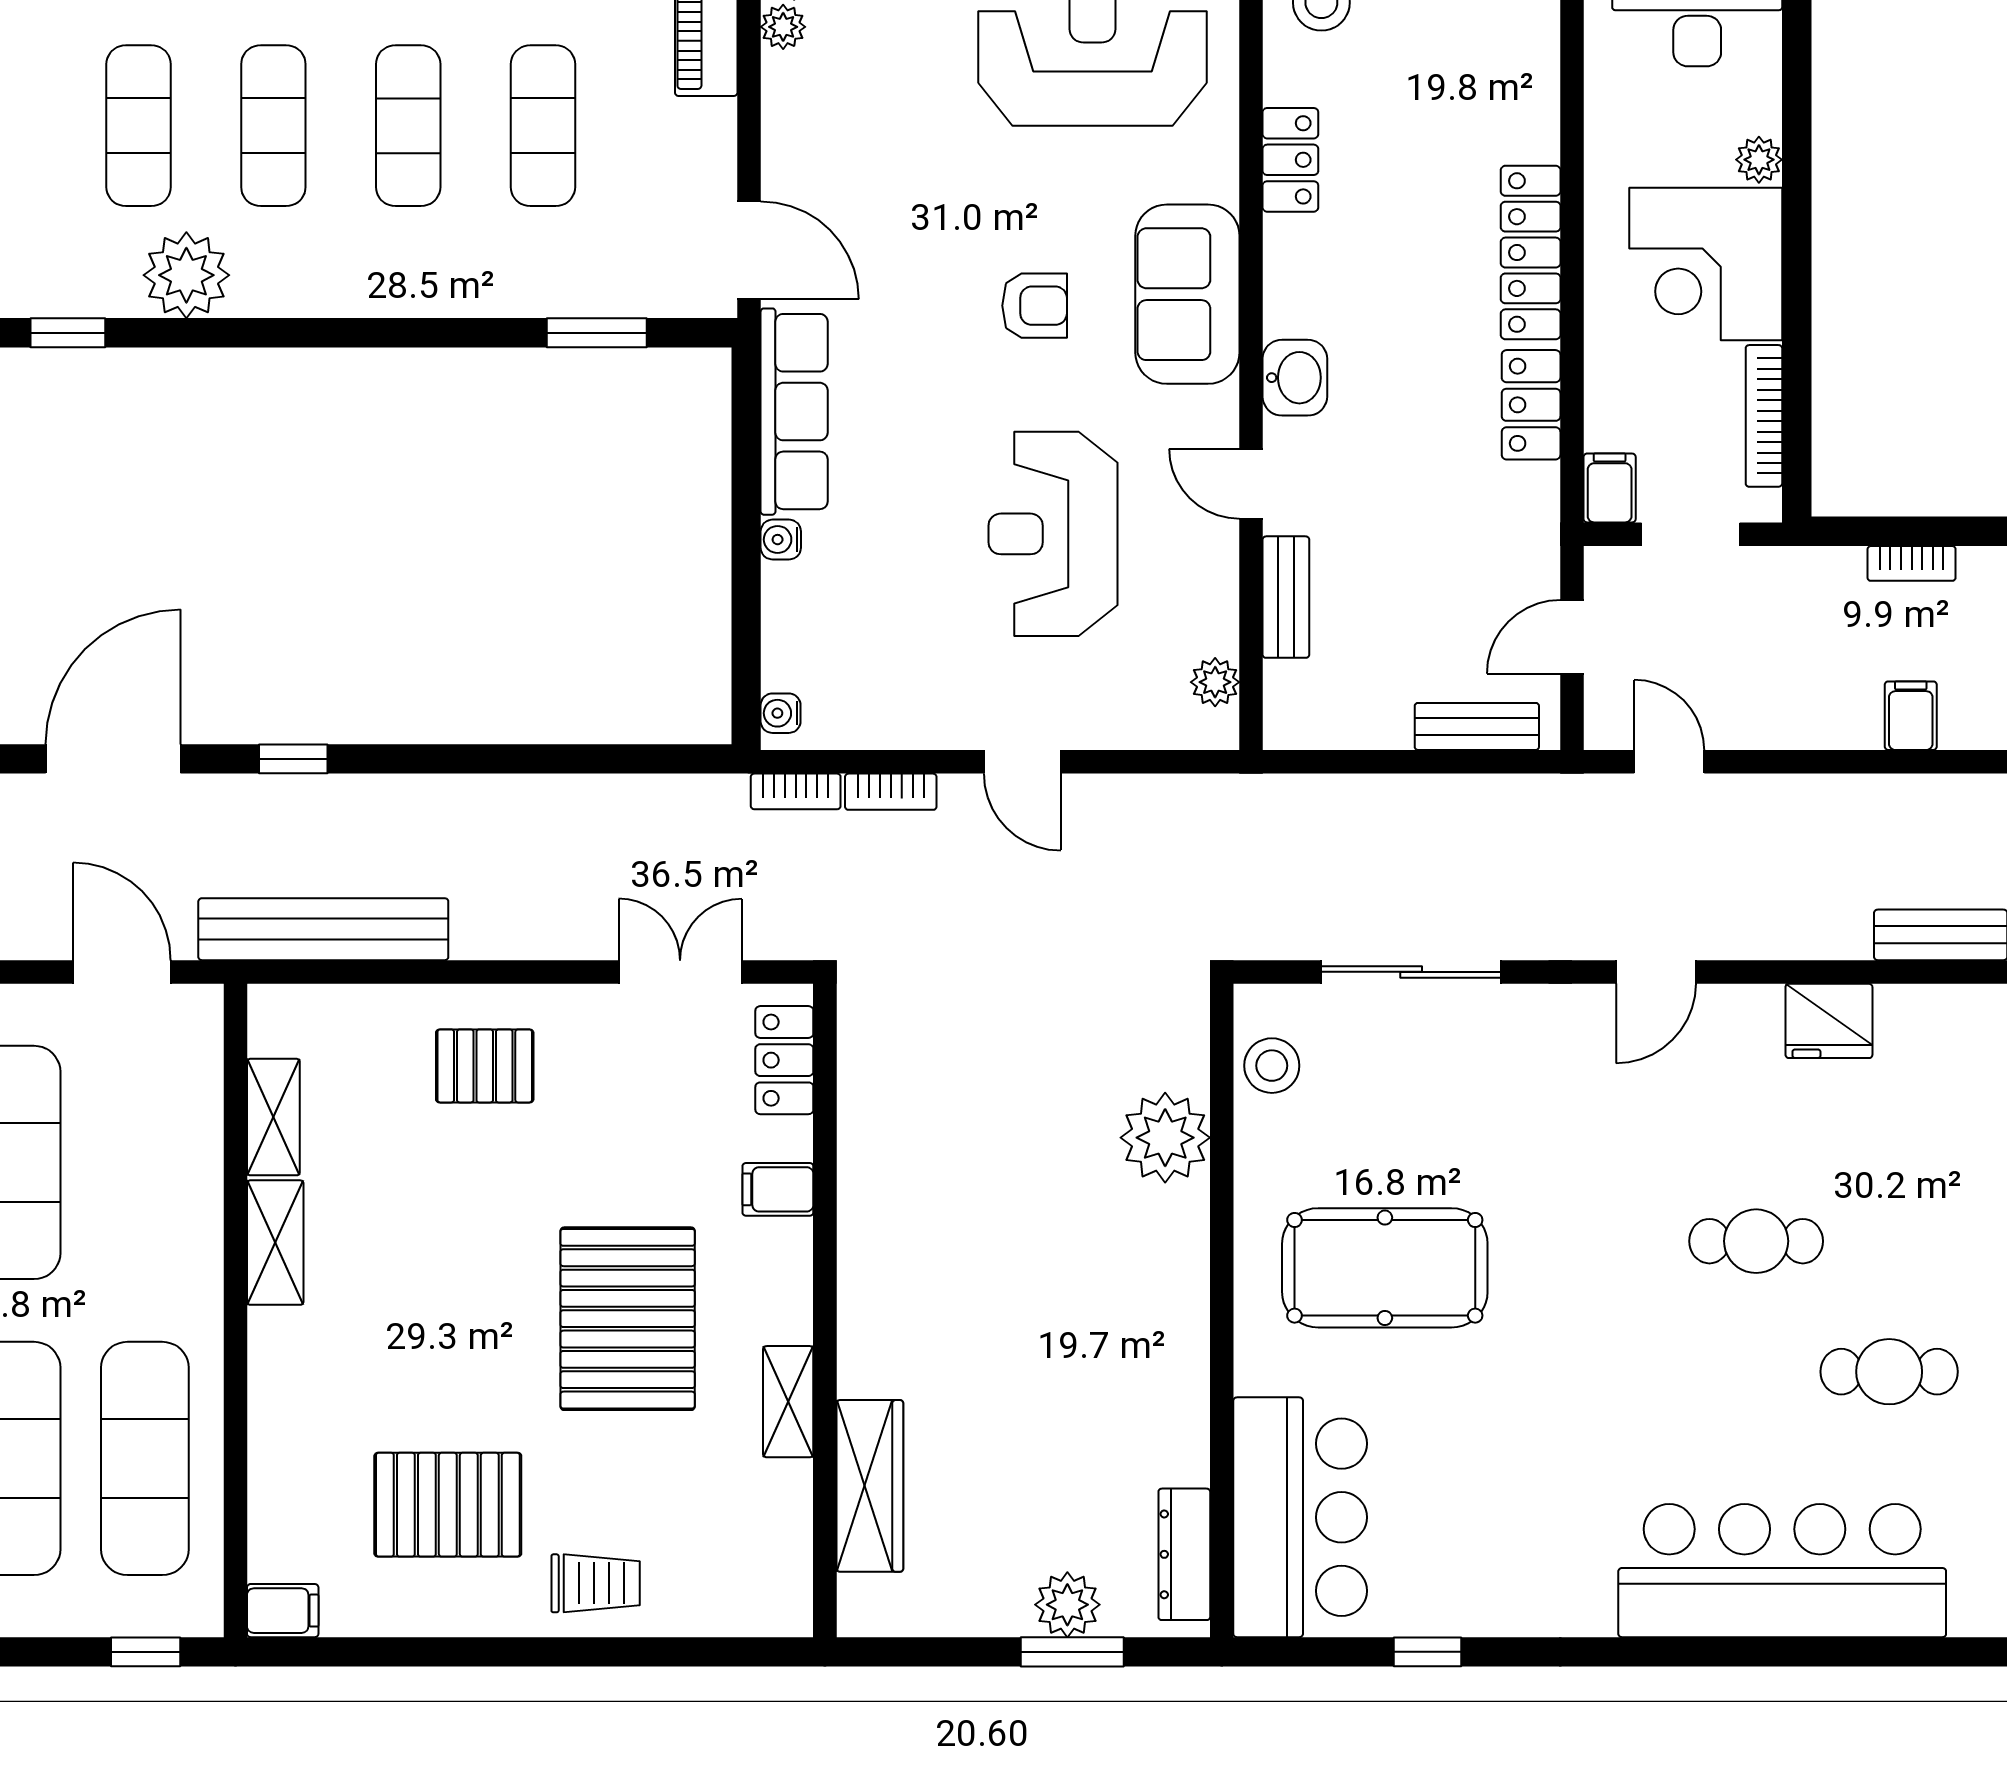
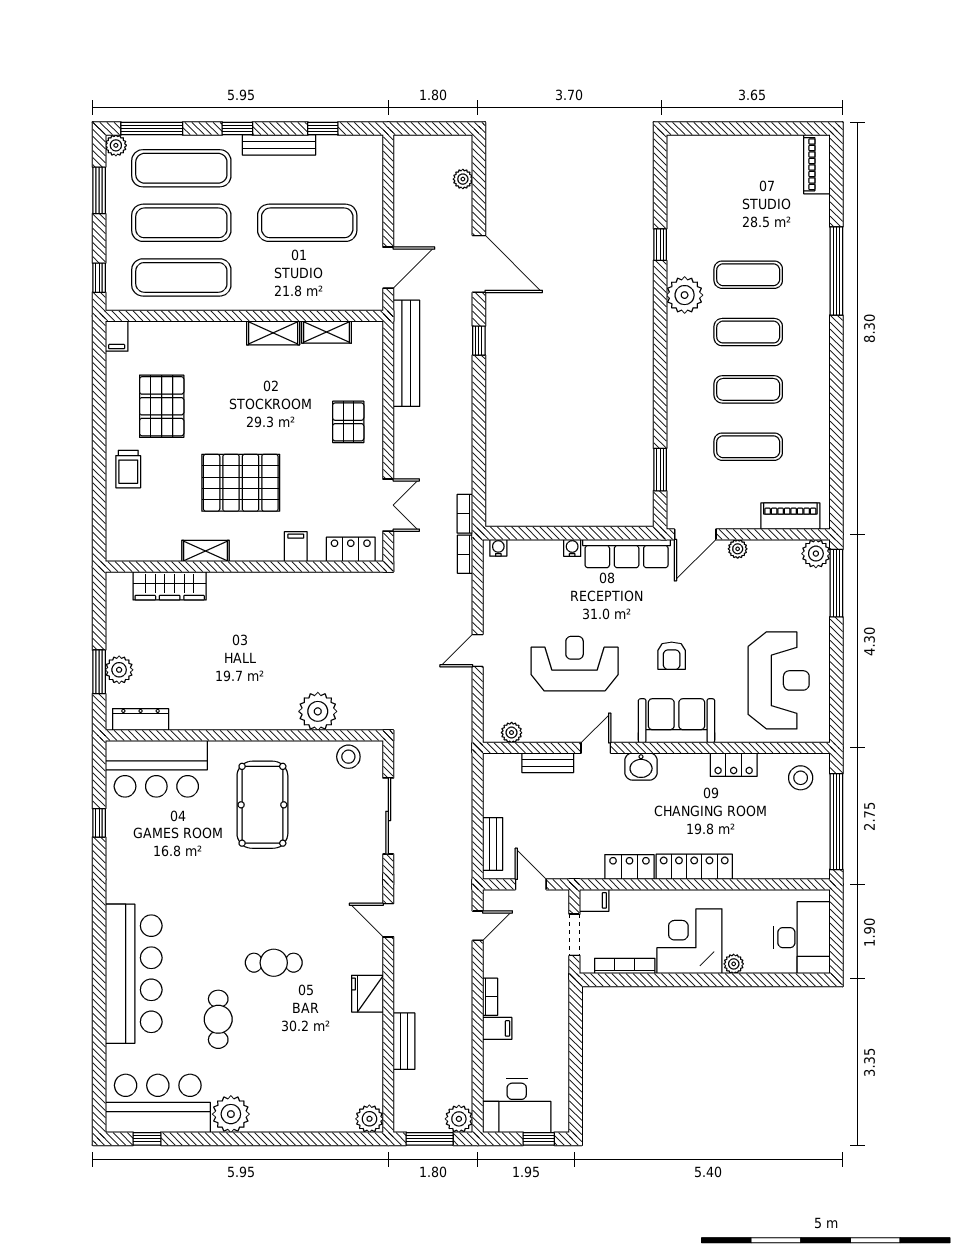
plant: (783, 27) -> (738, 549), moved
bookcase: (1912, 563) -> (490, 997), moved, turned 180
bookcase: (891, 792) -> (465, 514), moved
cafe table: (1756, 1241) -> (274, 963), turned 90

